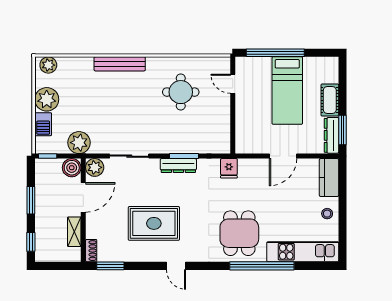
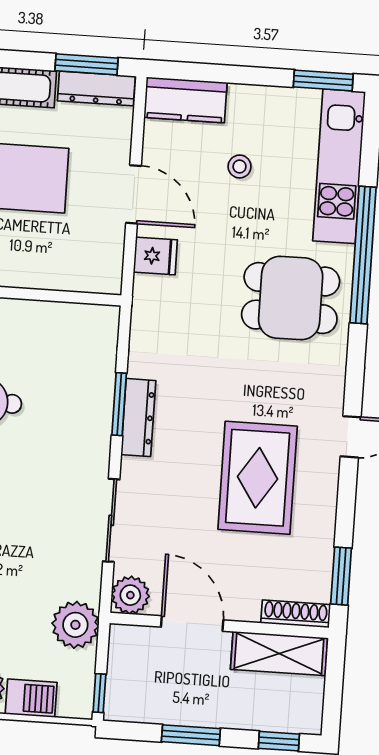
boiler: (72, 168) -> (128, 644), removed
fridge: (229, 168) -> (155, 256), moved
stool: (327, 214) -> (240, 166), moved
shelving: (74, 232) -> (279, 654), width x1.50, depth x1.33
window: (342, 242) -> (323, 81), added
shoe rack: (91, 251) -> (296, 614), width x1.43

